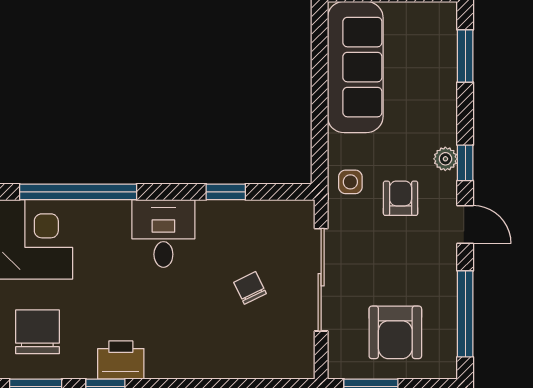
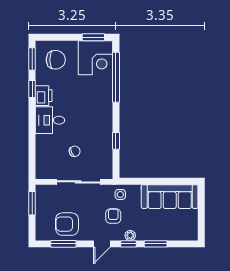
window: (465, 56) -> (156, 244), moved
armchair: (401, 198) -> (113, 216), turned -90
desk: (163, 233) -> (50, 120), moved, turned 180
window: (465, 314) -> (63, 244), width x0.69
armchair: (395, 332) -> (67, 224), moved

